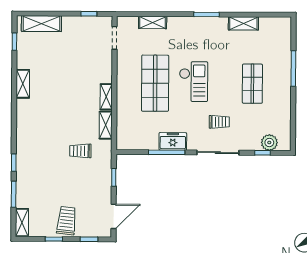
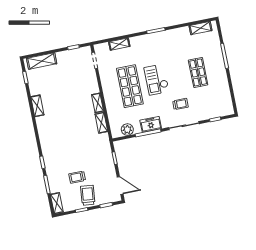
shelving: (243, 23) -> (201, 28), moved
checkout: (193, 82) -> (157, 80), turned 180
plant: (269, 143) -> (127, 130), moved
trolley: (80, 151) -> (77, 177), moved
door: (114, 216) -> (120, 186), hinge flipped

